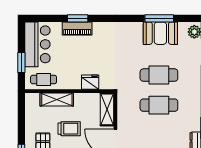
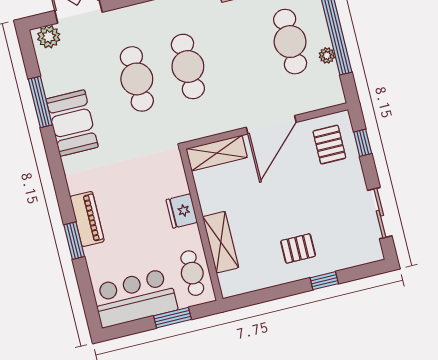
piano: (77, 28) -> (87, 219), moved
booth: (160, 33) -> (72, 123), moved
fridge: (90, 82) -> (182, 211), moved
trolley: (69, 129) -> (265, 209), removed

